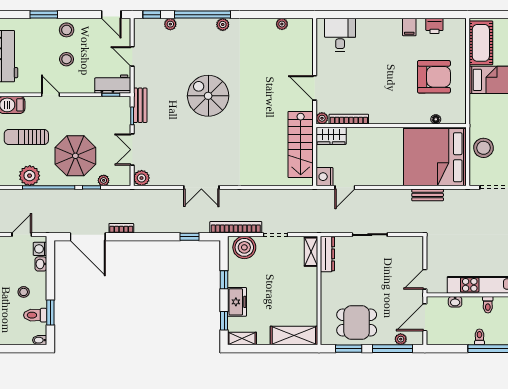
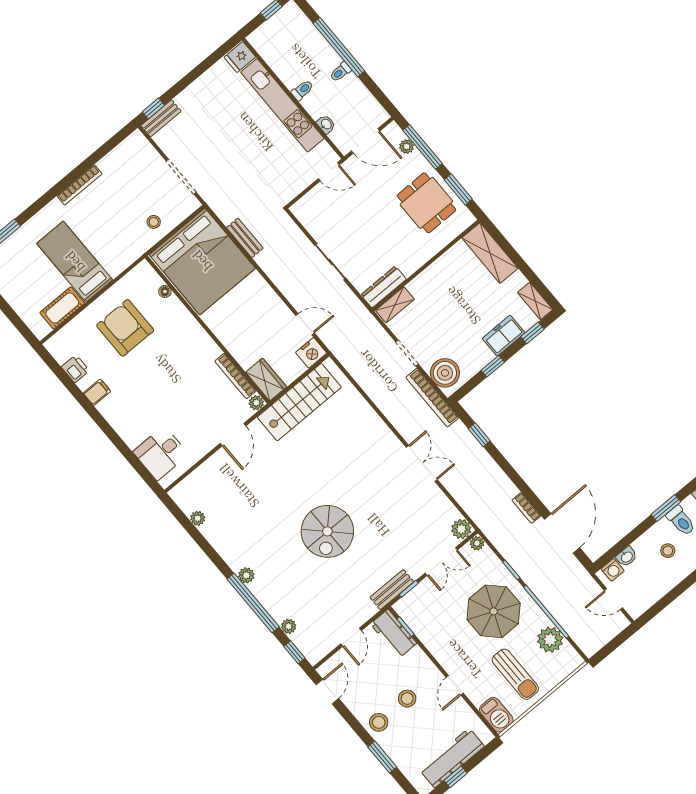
cot: (481, 43) -> (62, 308), width x0.73, depth x0.75
stool: (483, 148) -> (154, 222), width x0.53, depth x0.53
plant: (104, 180) -> (477, 543), moved

